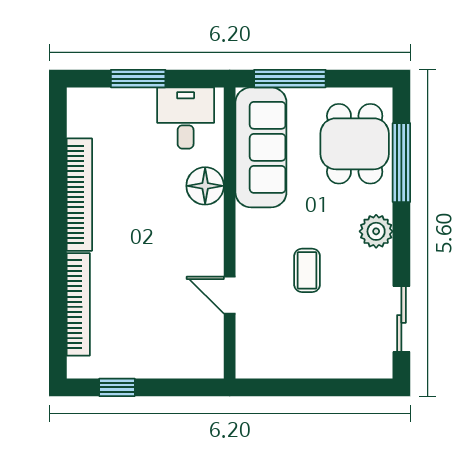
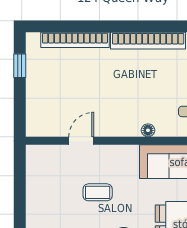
floor lamp: (205, 186) -> (148, 130), width x0.53, depth x0.53

